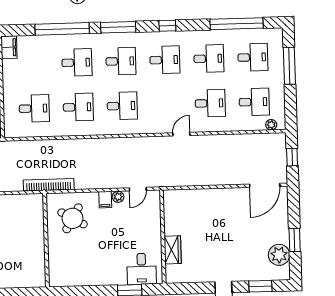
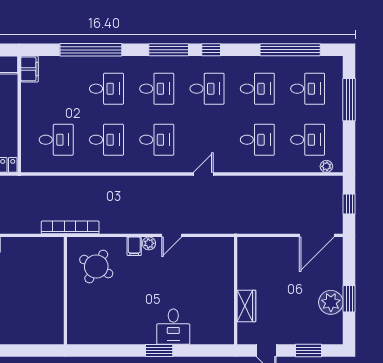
window: (118, 27) -> (169, 50), moved
door: (181, 134) -> (203, 174), moved
wall: (163, 237) -> (236, 291), moved
wardrobe: (173, 250) -> (246, 306), moved
plant: (279, 255) -> (331, 302), moved

